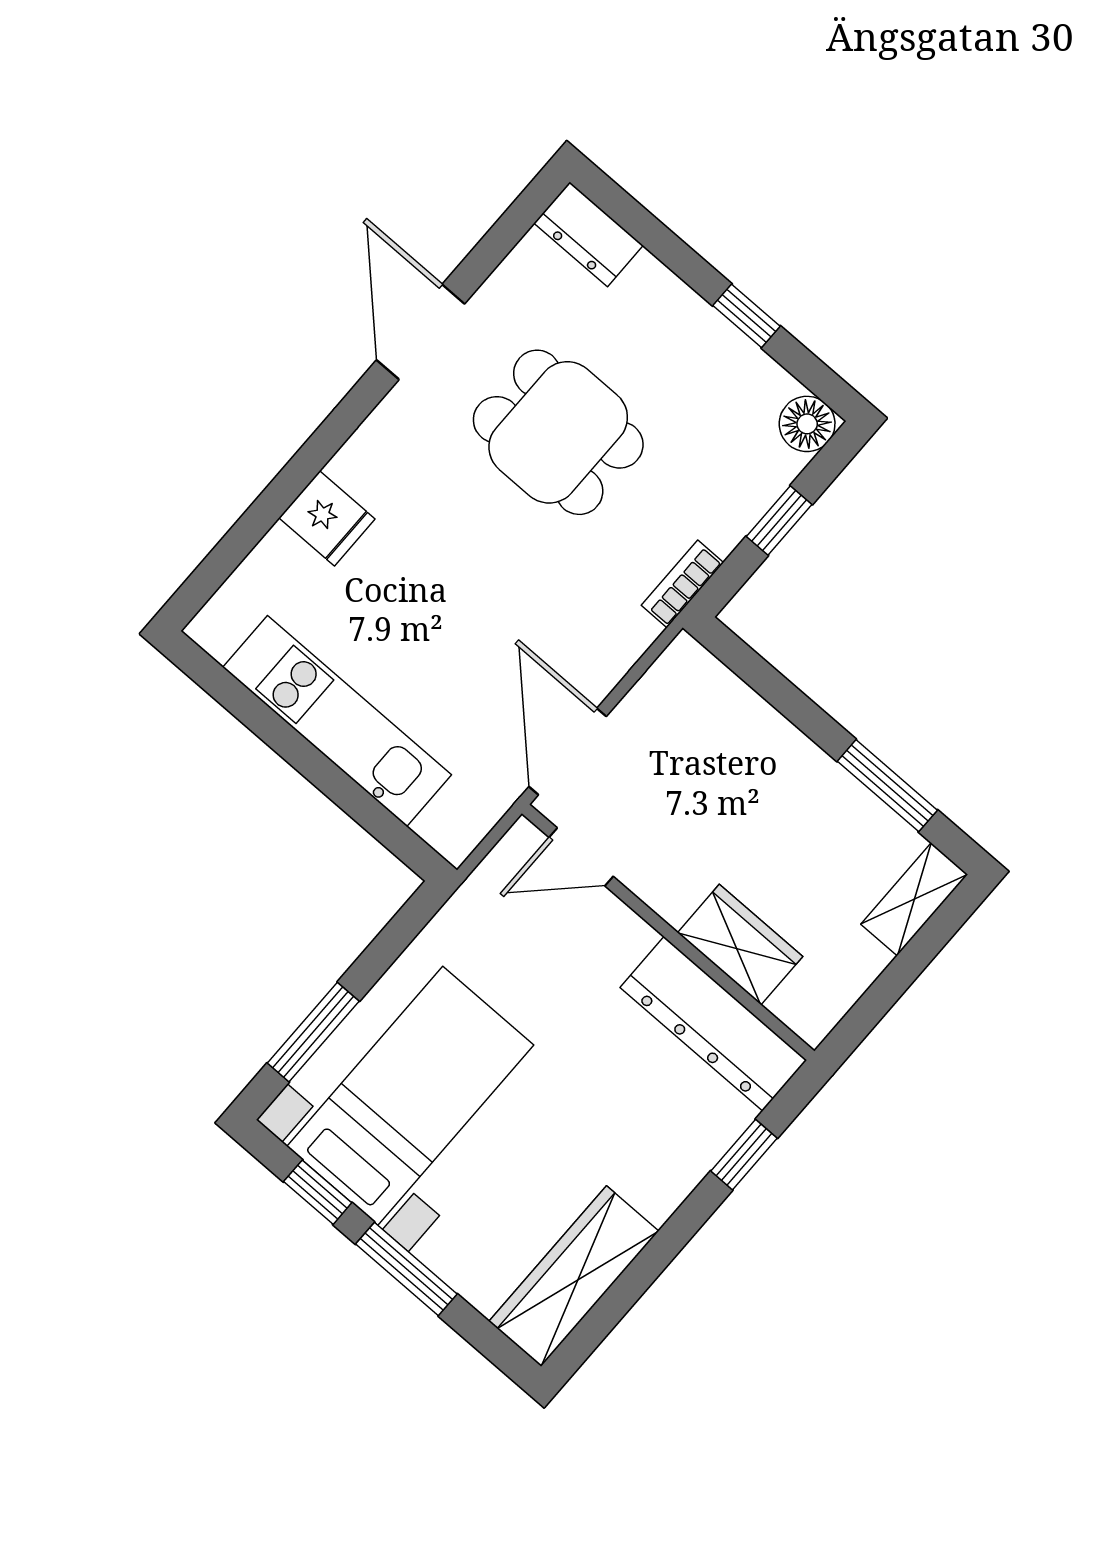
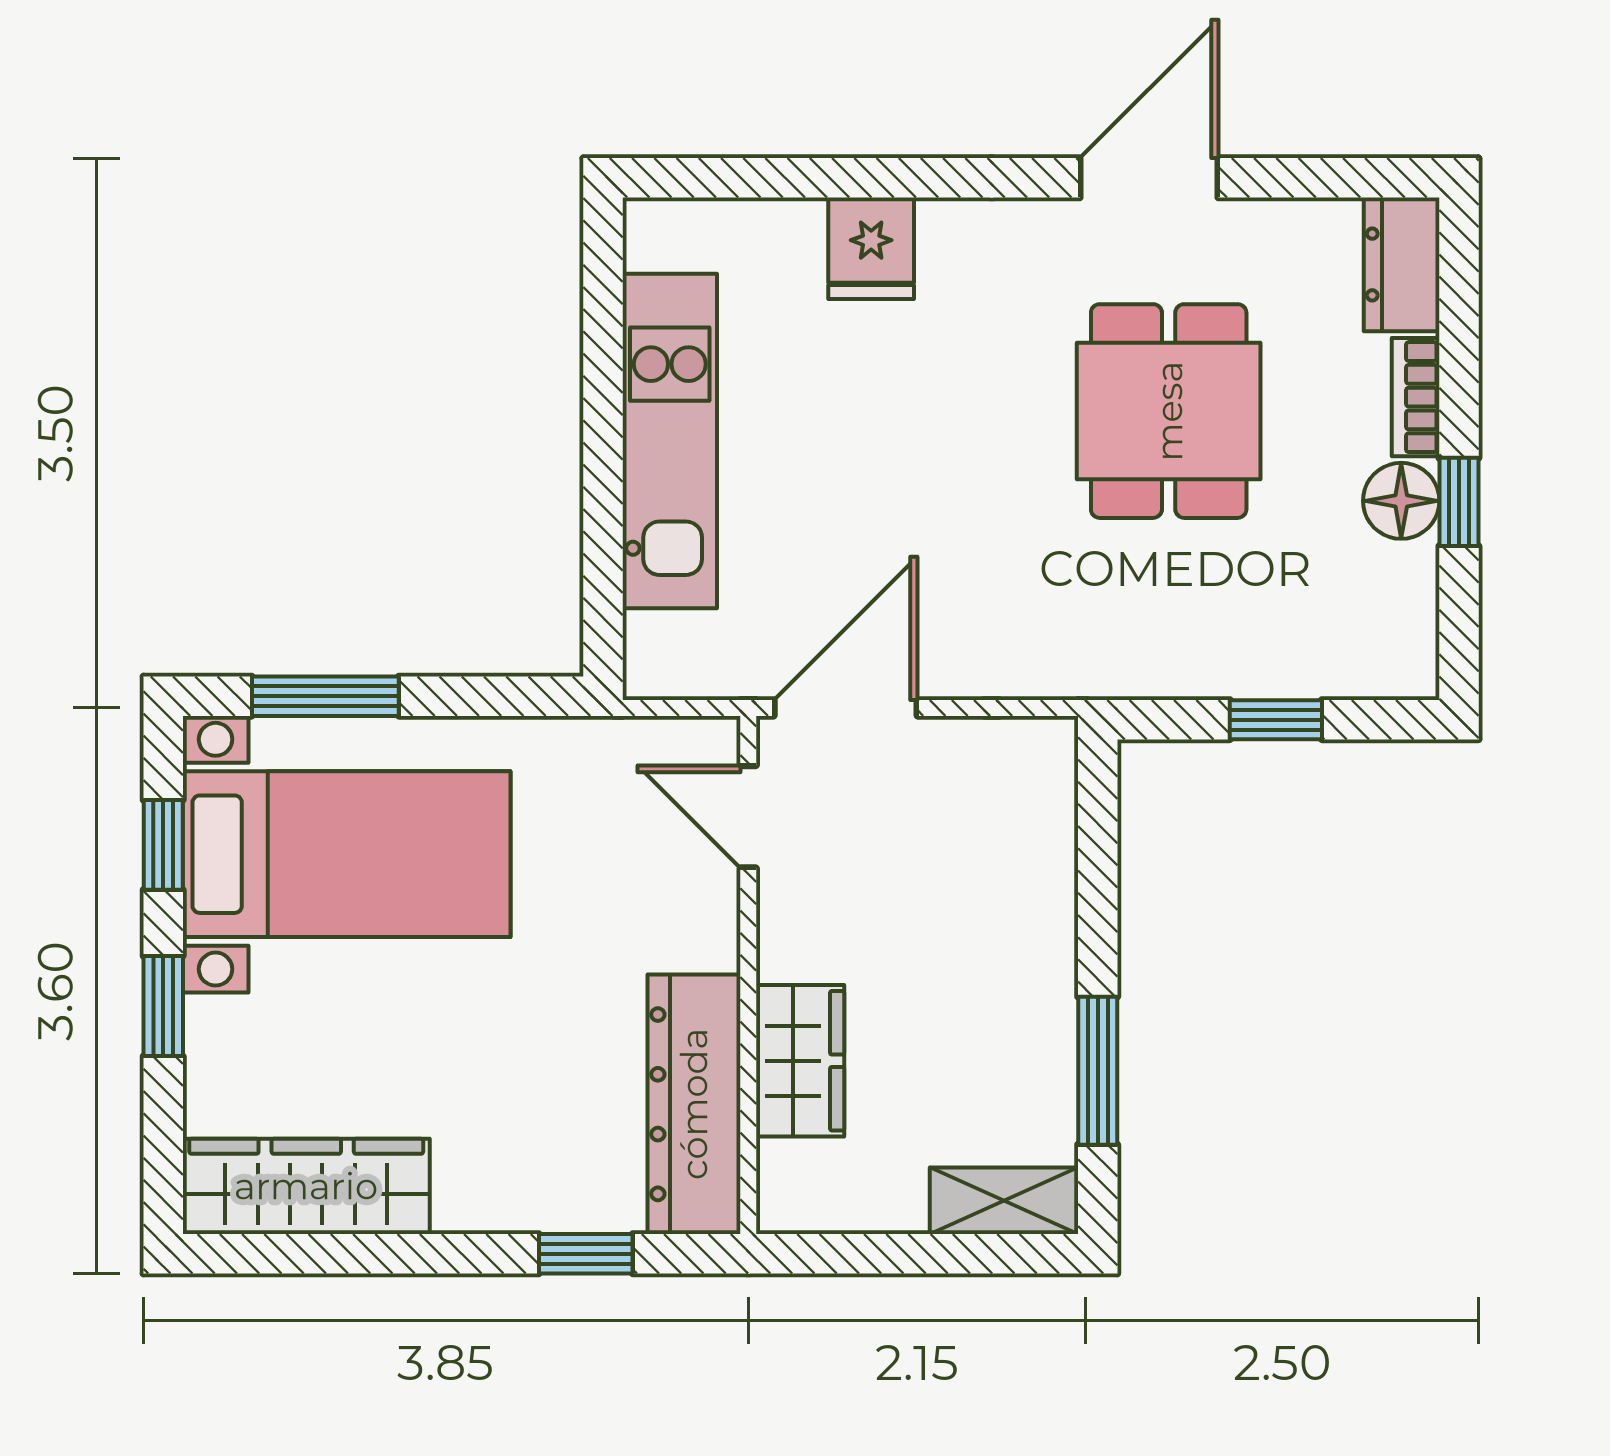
floor lamp: (807, 424) -> (1401, 501), moved
bookcase: (682, 584) -> (1416, 397), moved, turned -90
window: (406, 1269) -> (163, 1006), width x0.67

